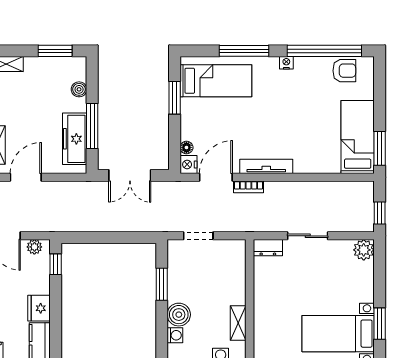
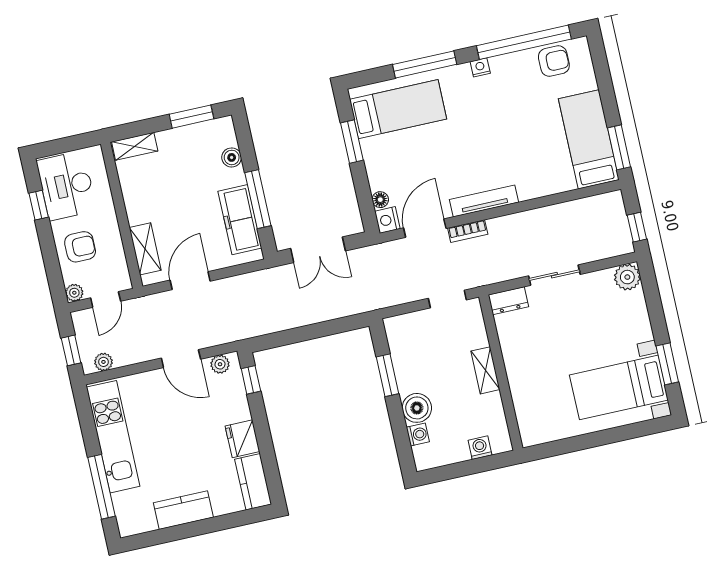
doorway: (198, 236) -> (447, 299), moved
shelving: (238, 323) -> (485, 370), moved

